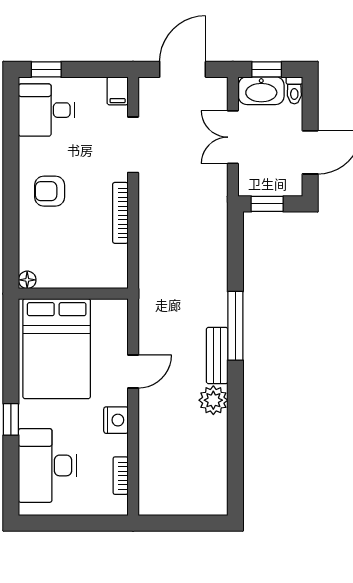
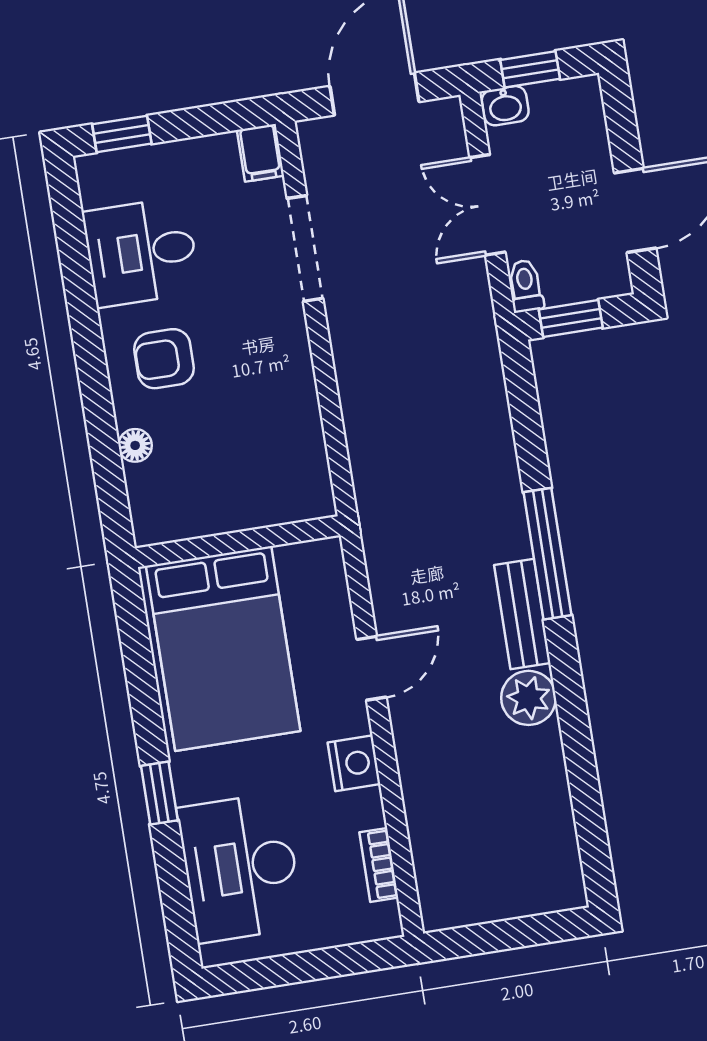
toilet: (294, 90) -> (526, 286), moved, turned 180
washbasin: (261, 91) -> (505, 106), width x0.52, depth x0.69
desk: (47, 110) -> (141, 252), moved
bookcase: (120, 213) -> (301, 378), removed
floor lamp: (27, 280) -> (135, 445), moved

